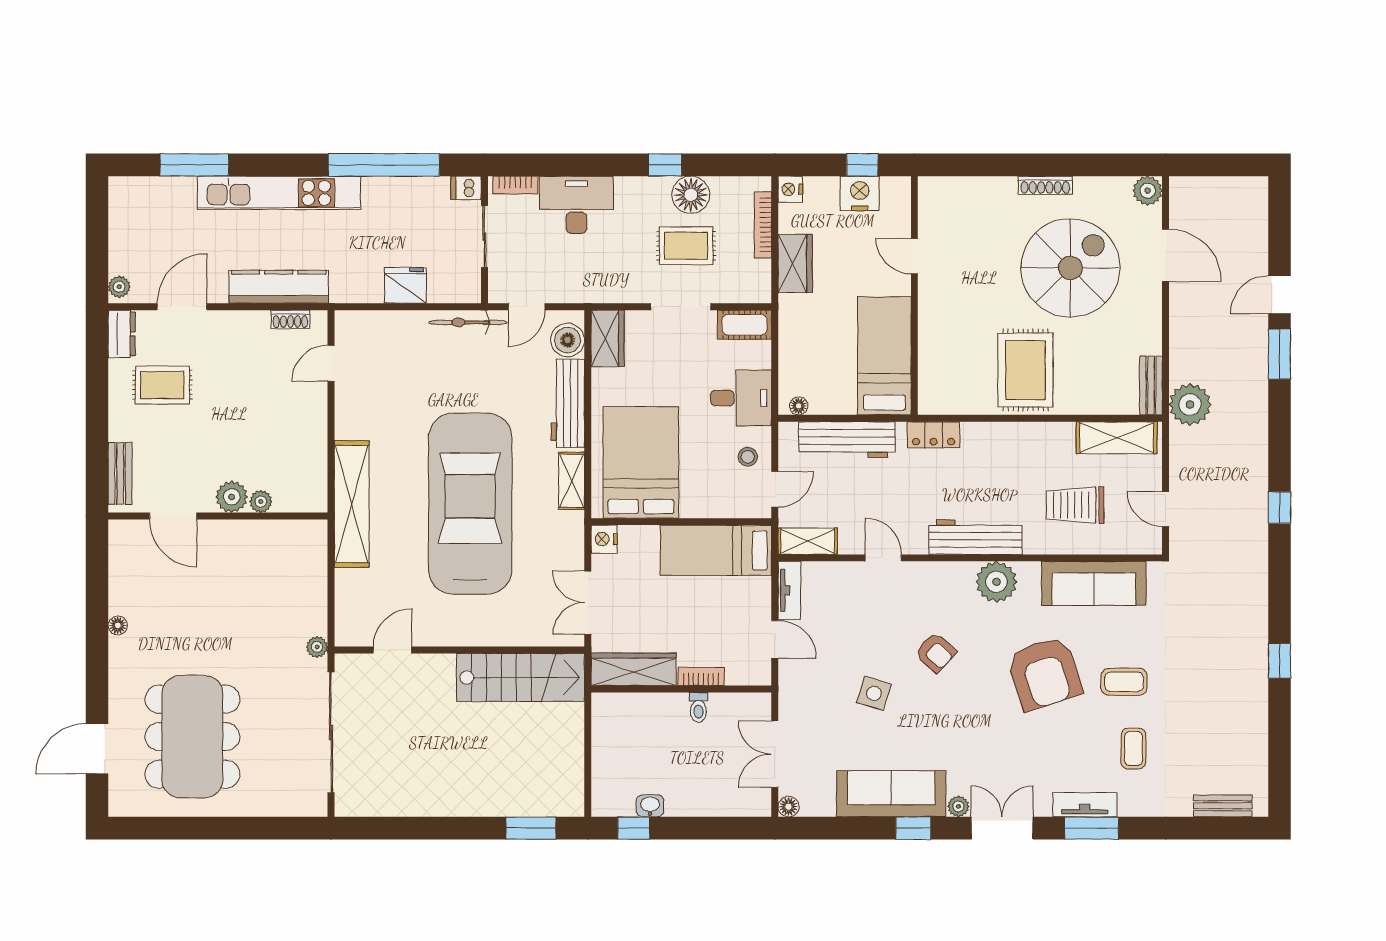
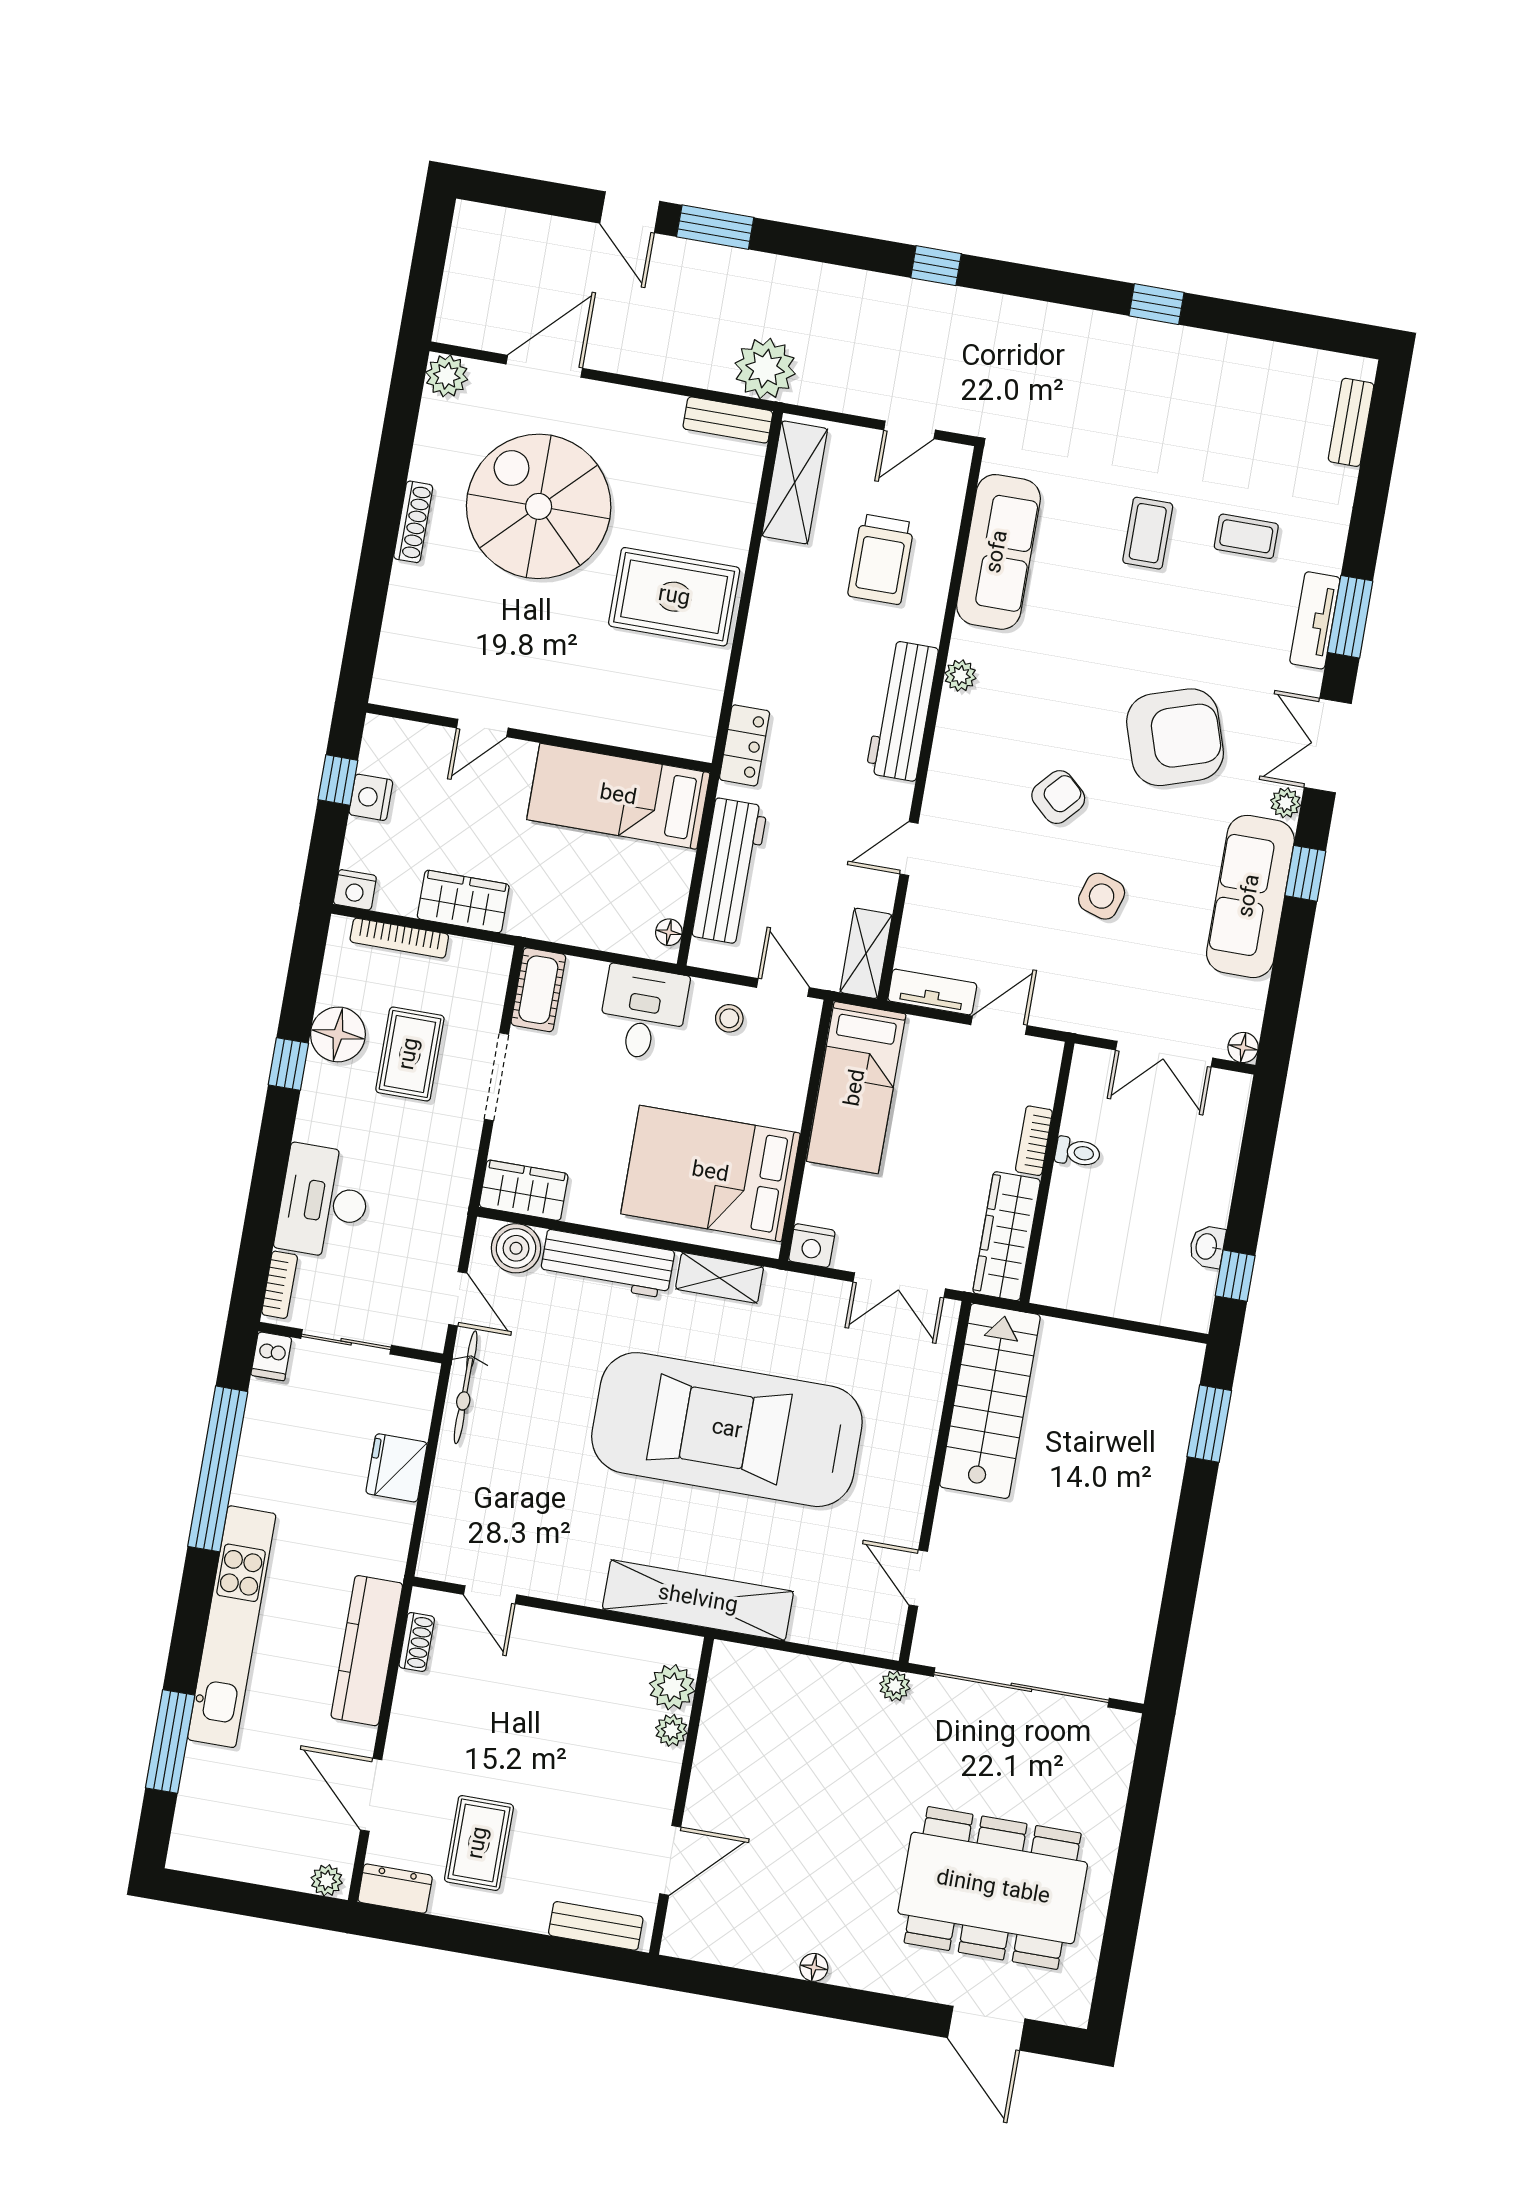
nightstand: (860, 193) -> (371, 797), width x0.74, depth x0.75
plant: (232, 497) -> (672, 1687), moved
plant: (996, 582) -> (960, 676), width x0.53, depth x0.53
armchair: (1045, 673) -> (1175, 737), moved

